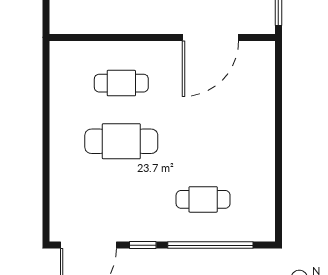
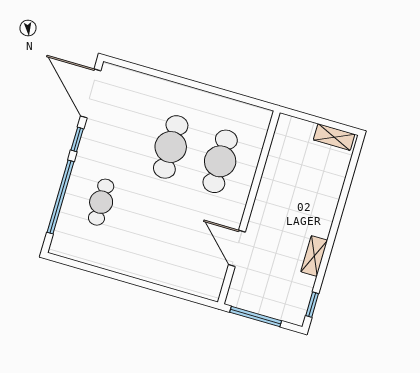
door: (210, 37) -> (237, 248), width x0.73
cafe table: (121, 83) -> (220, 161), width x1.37, depth x1.35

